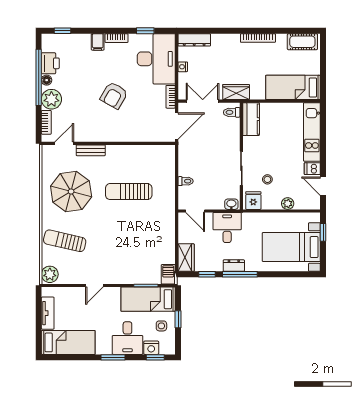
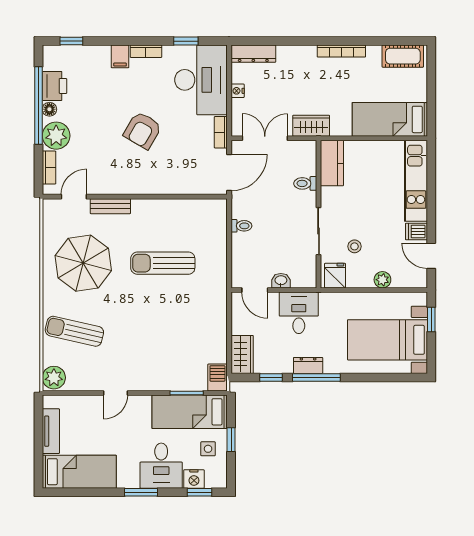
toilet: (232, 112) -> (305, 183), moved
toilet: (186, 181) -> (241, 226), moved
washbasin: (231, 204) -> (281, 281), moved

